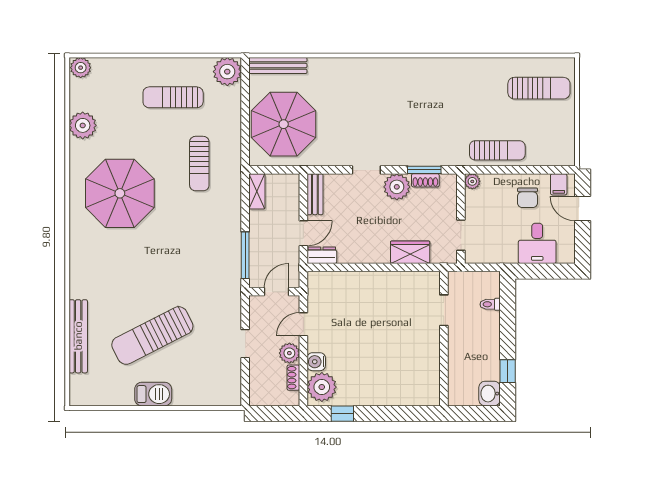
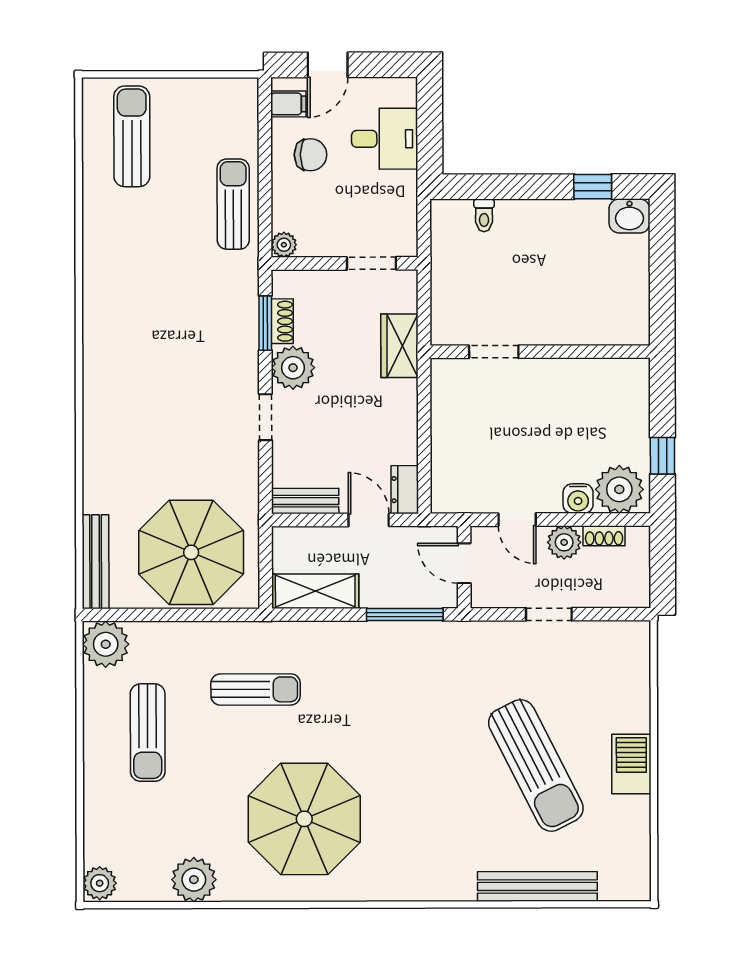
shelving: (257, 191) -> (315, 591), width x1.50, depth x1.33
doorway: (444, 310) -> (494, 352), moved
wall: (444, 339) -> (540, 352), moved

